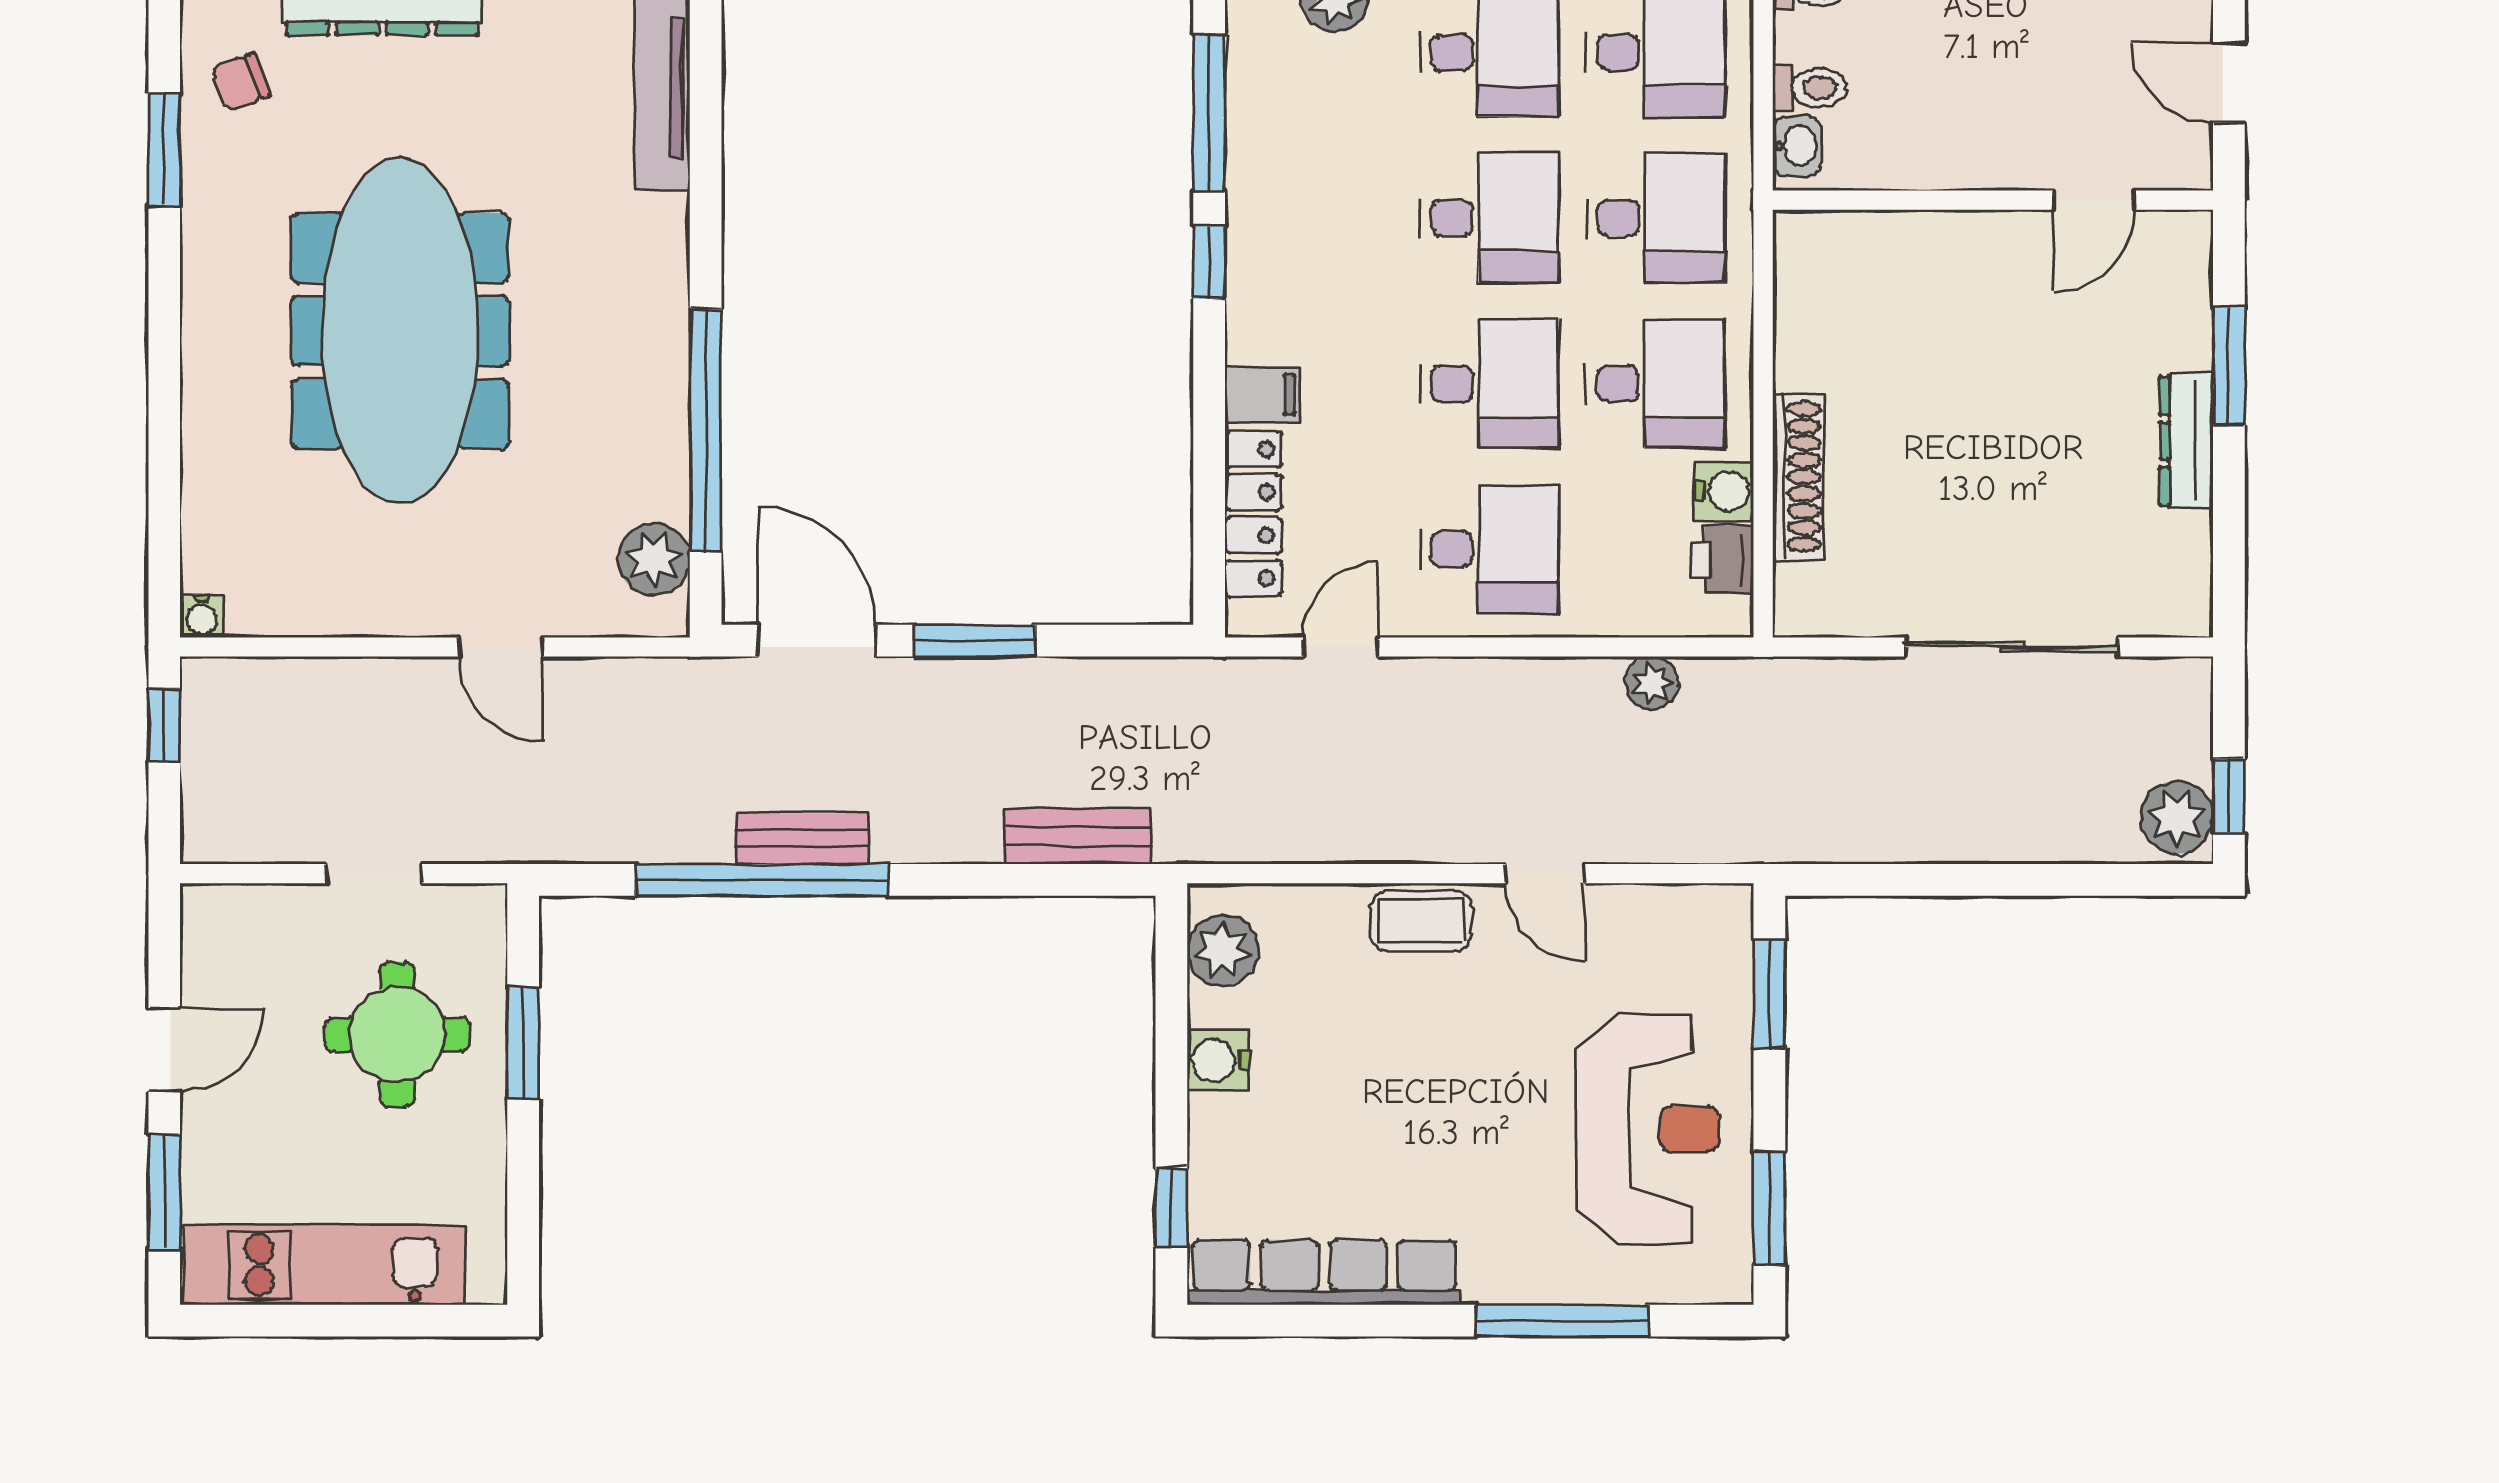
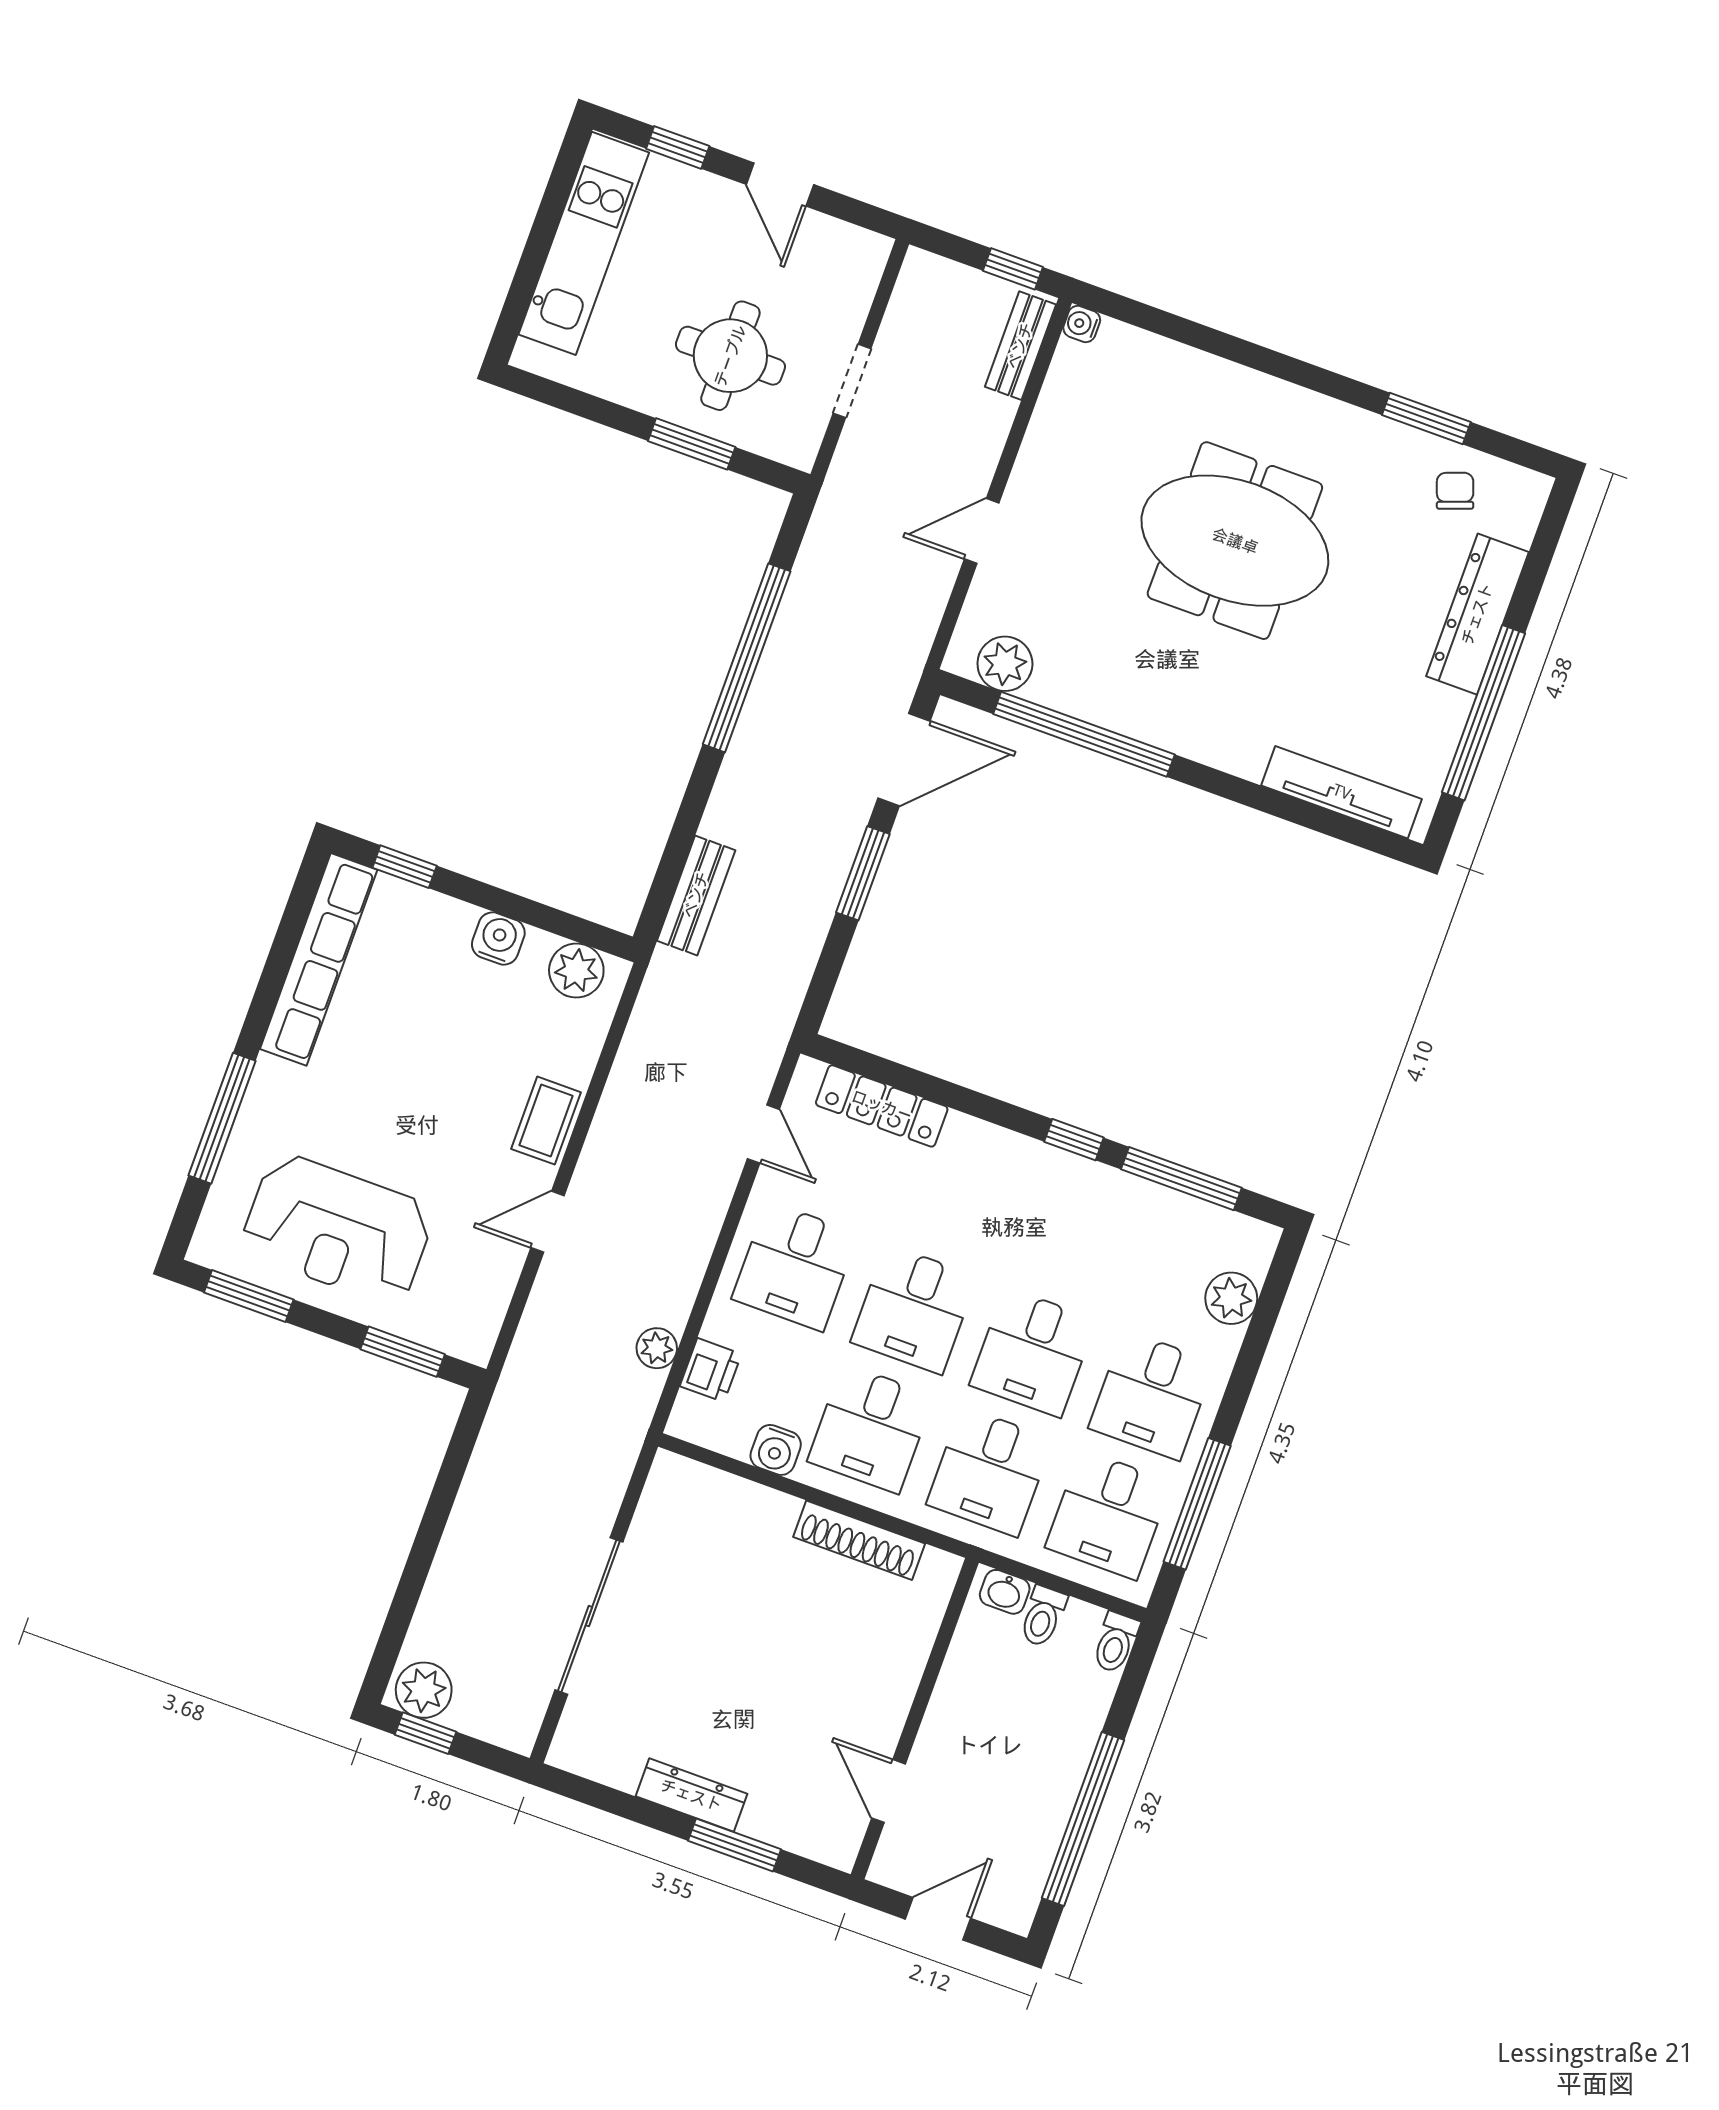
meeting table: (400, 331) -> (1235, 541), width x0.73
filing cabinet: (1263, 394) -> (965, 1144), removed
shoe rack: (1798, 477) -> (859, 1540), moved
printer: (1723, 560) -> (711, 1370), moved, turned 90
bench: (803, 839) -> (1020, 346), moved
window: (164, 1192) -> (678, 147), width x0.67

